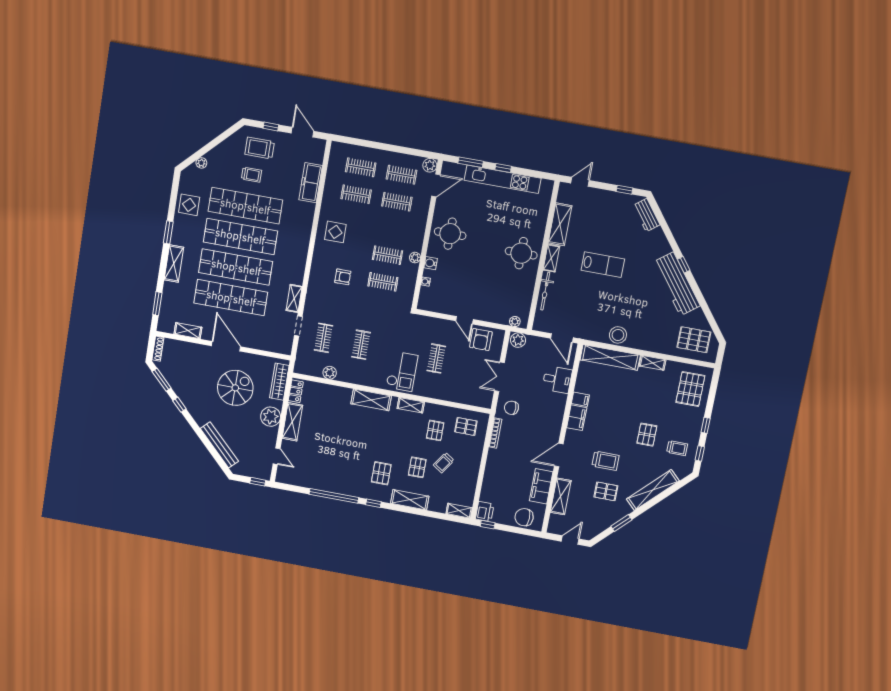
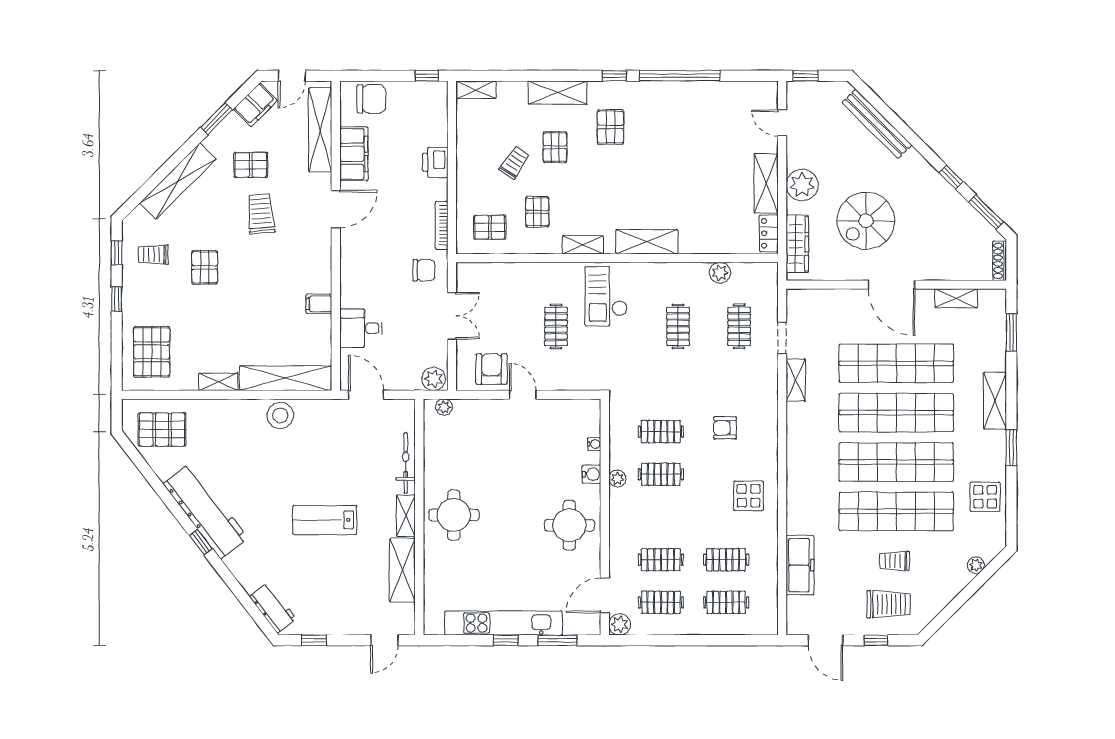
filing cabinet: (577, 418) -> (255, 105), moved, turned -135
trolley: (606, 461) -> (261, 214), turned 85
shelving: (561, 496) -> (320, 130), width x1.47
printer: (485, 512) -> (435, 162), moved

